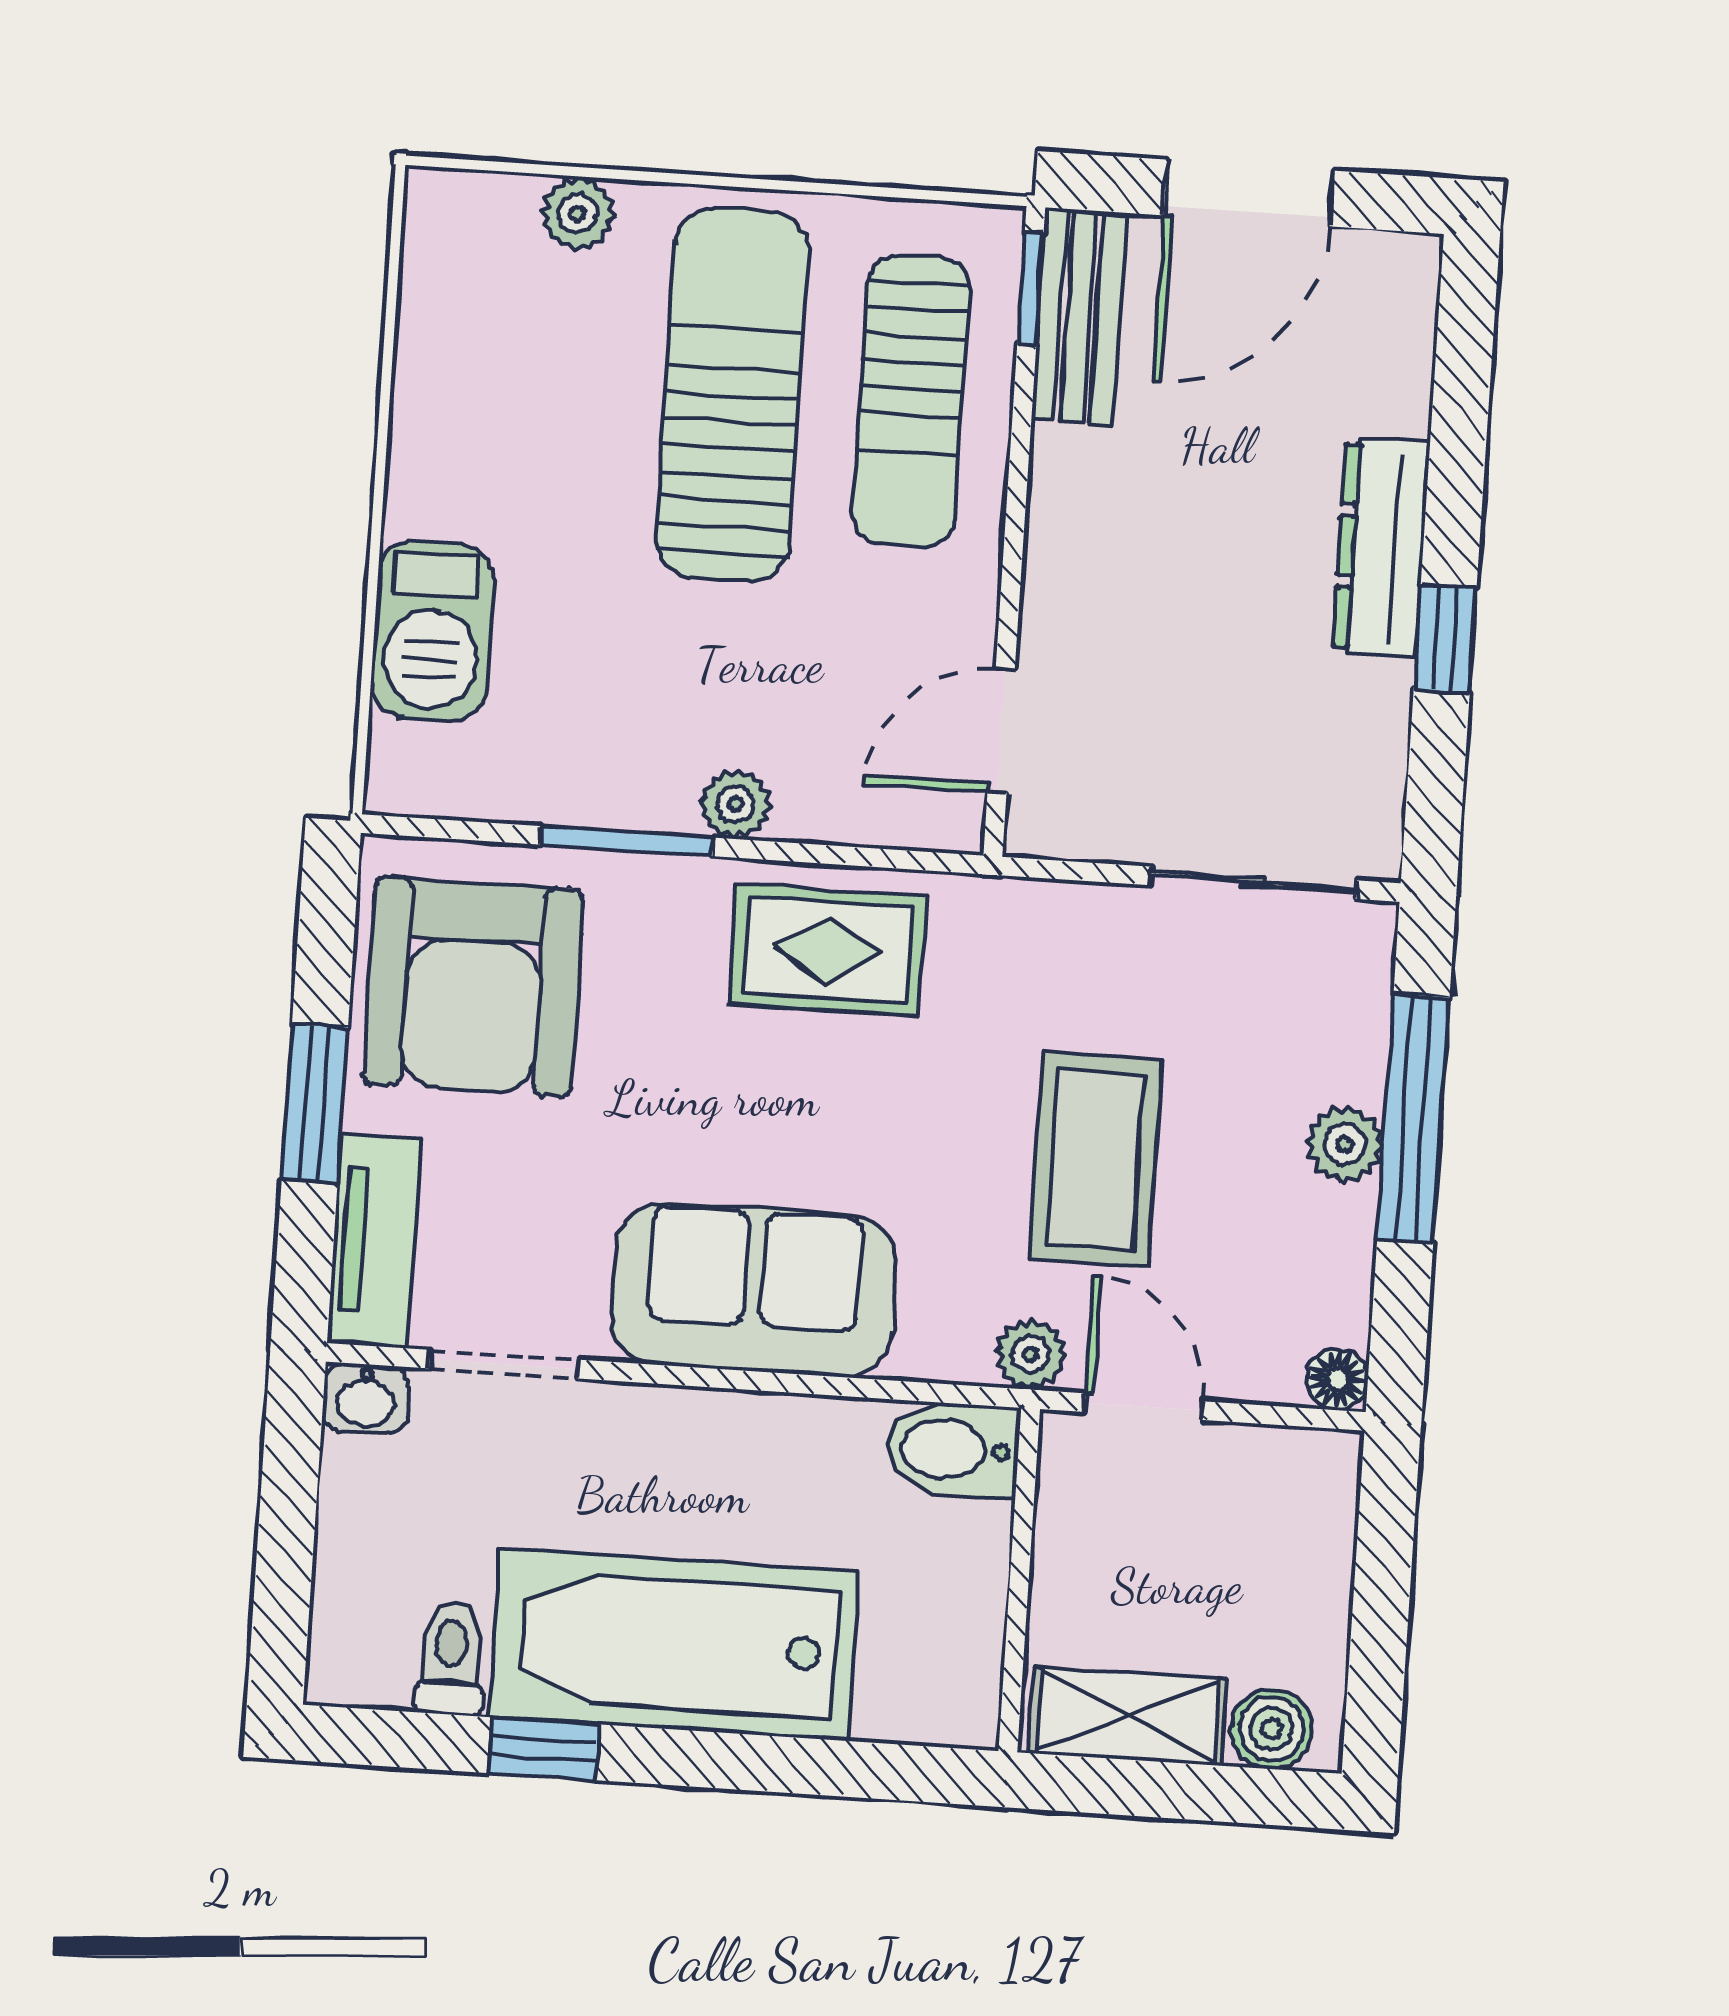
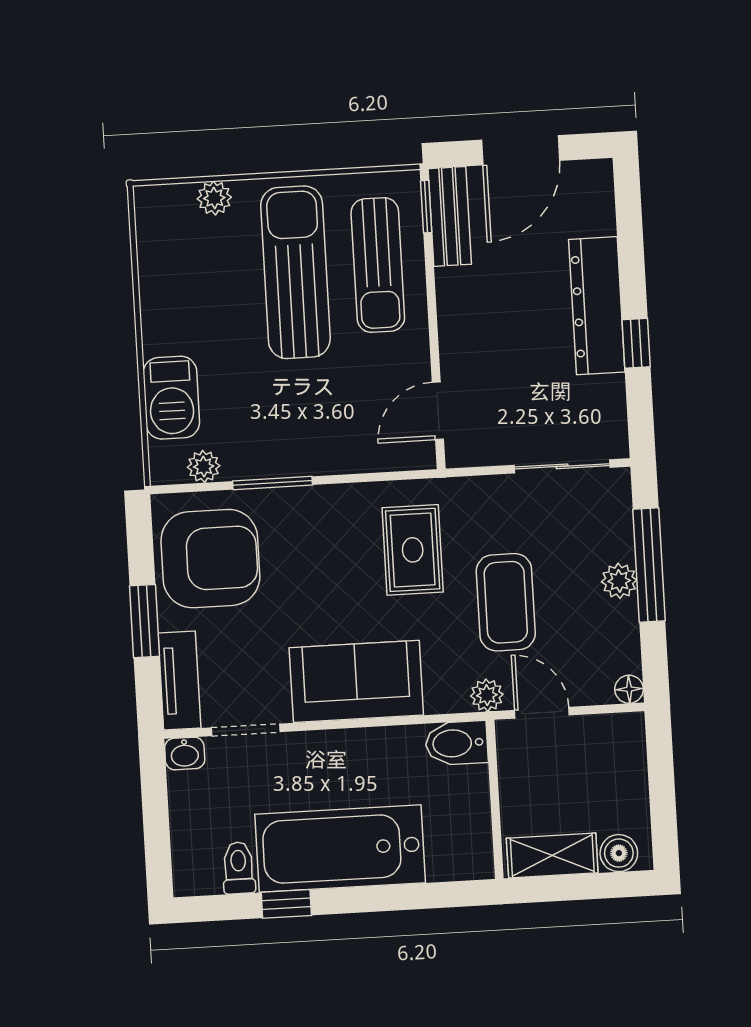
dresser: (1381, 548) -> (597, 306), width x1.37, depth x1.24
plant: (736, 804) -> (204, 466), moved
rug: (828, 950) -> (413, 550), moved, turned 90
armchair: (473, 987) -> (210, 559), turned -90

